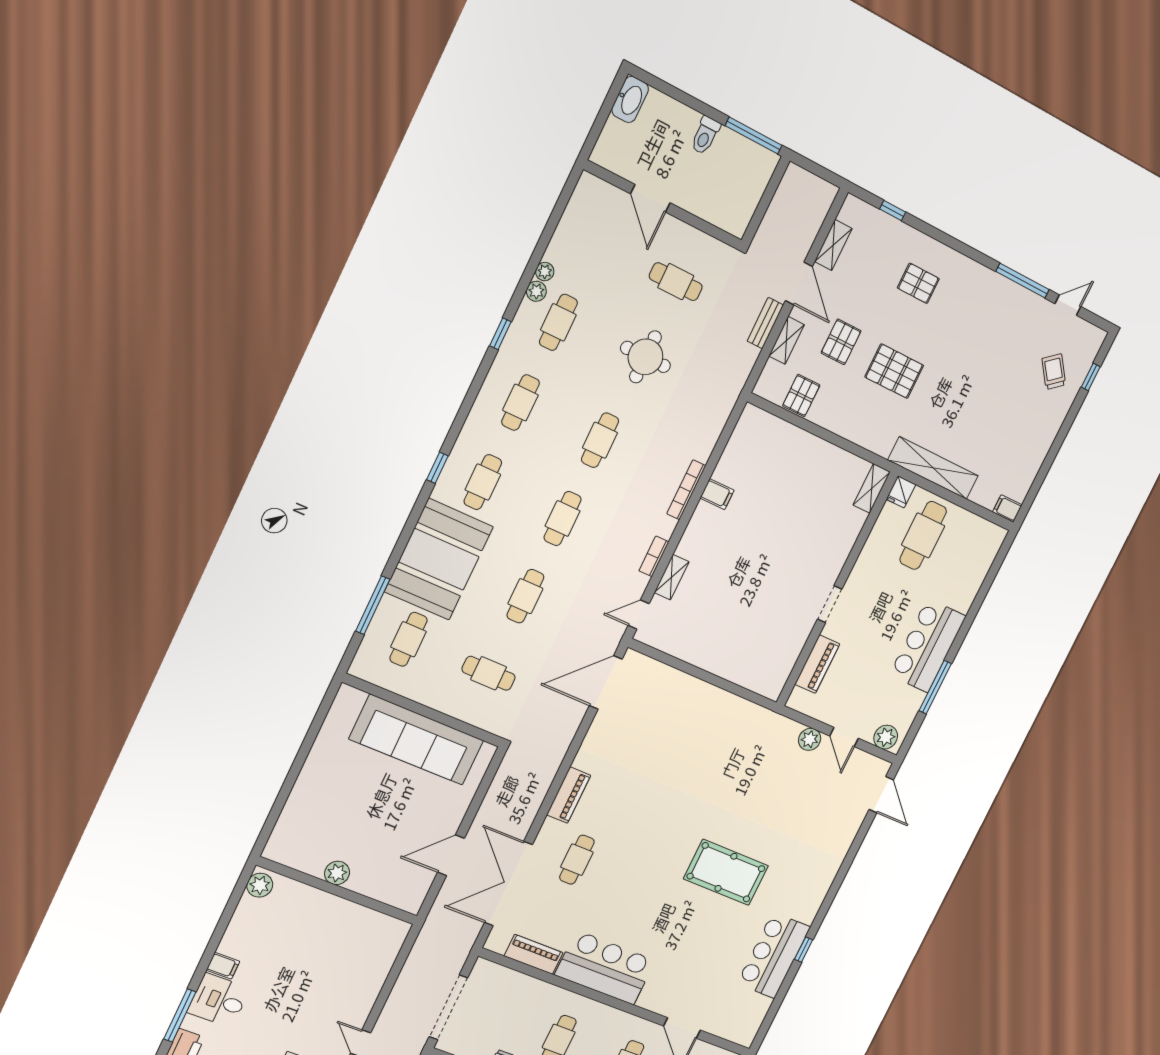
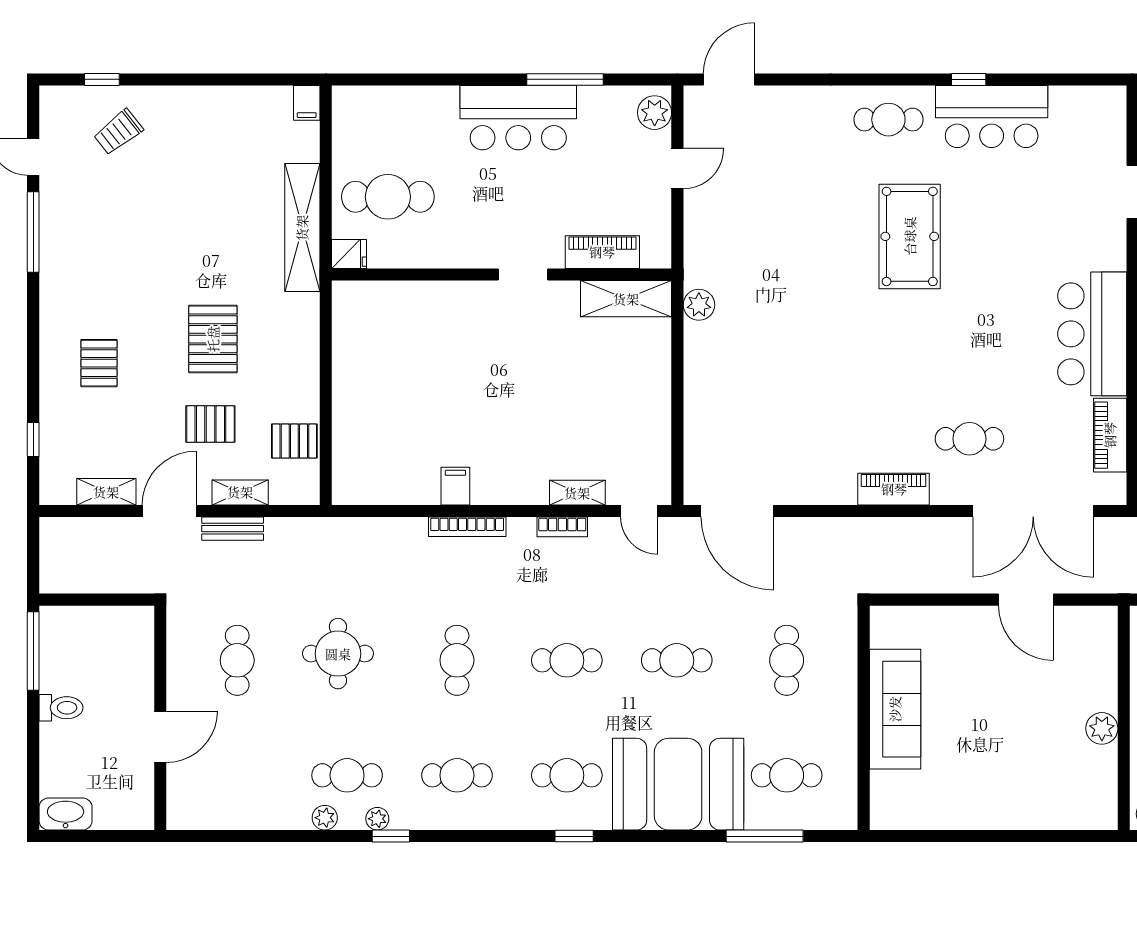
plant: (545, 272) -> (377, 819), moved
cafe table: (600, 440) -> (457, 660), turned 90
shelving: (872, 488) -> (626, 299), moved, width x1.50, depth x1.33
plant: (810, 739) -> (699, 305), moved
sofa: (416, 740) -> (895, 709), width x0.74, depth x0.79
cafe table: (805, 888) -> (888, 120), added

